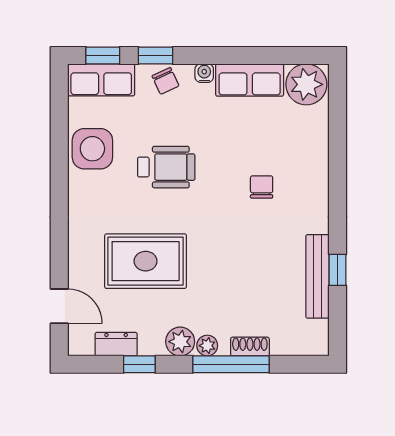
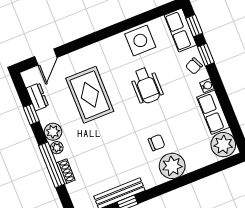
plant: (308, 177) -> (172, 166), added

